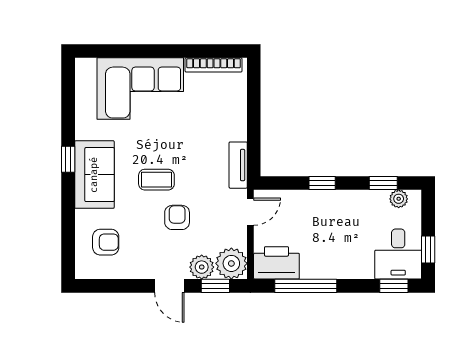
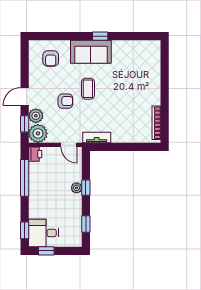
corner sofa: (140, 89) -> (142, 79), removed
plant: (399, 199) -> (77, 188), moved
printer: (276, 263) -> (35, 154), width x0.53, depth x0.68

